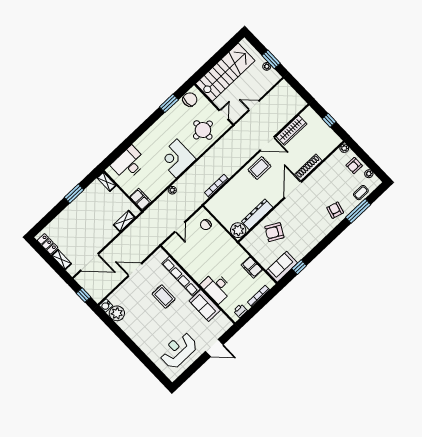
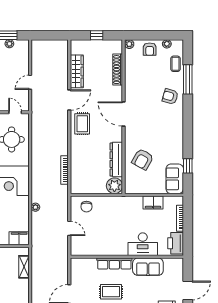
shoe rack: (308, 167) -> (118, 70), moved
row of seats: (181, 276) -> (114, 264), width x0.73
printer: (240, 311) -> (176, 243), width x1.87, depth x1.48

